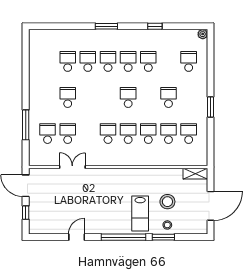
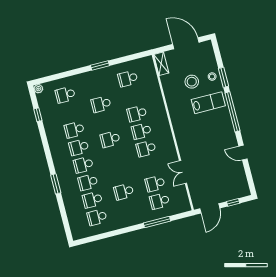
window: (106, 26) -> (56, 184), moved
window: (155, 26) -> (38, 115), moved
school desk: (168, 134) -> (97, 217), moved

